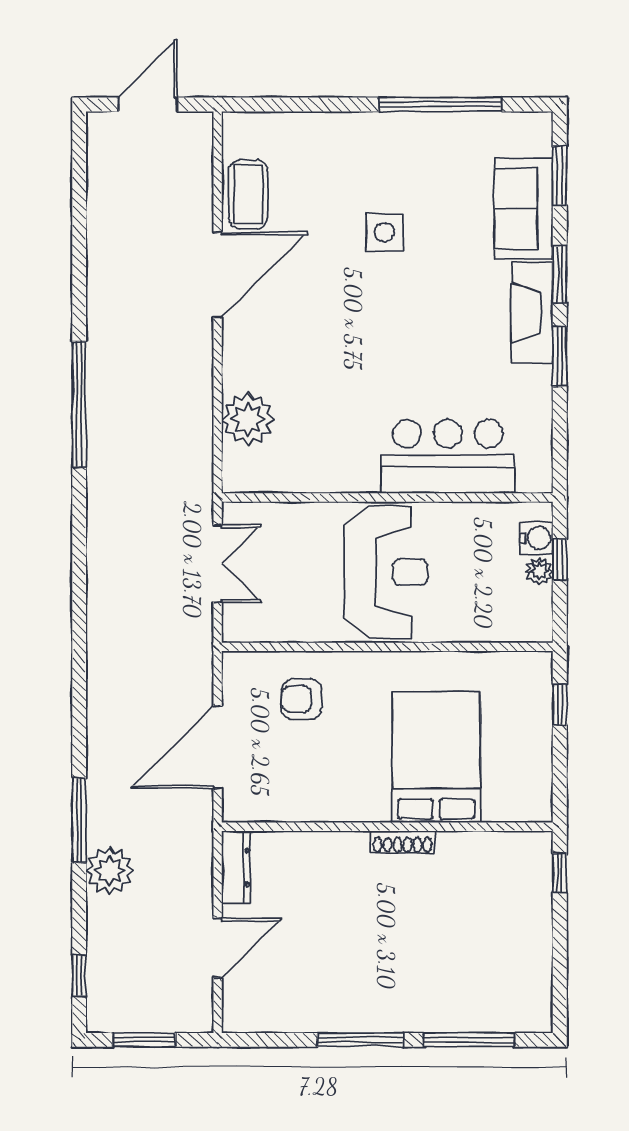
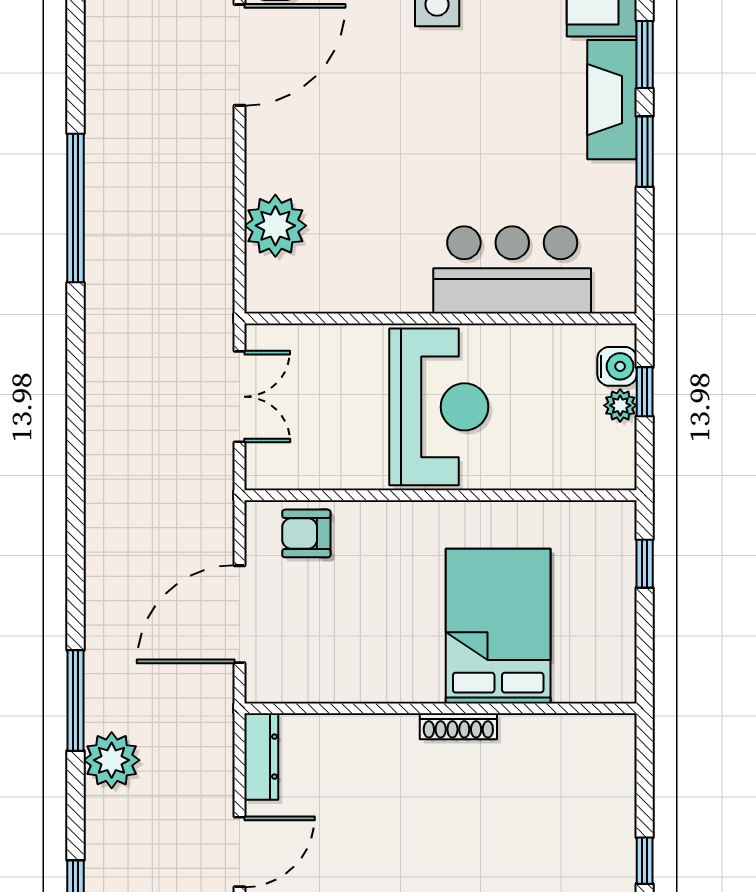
armchair: (301, 699) -> (306, 533), moved
window: (560, 873) -> (645, 861), moved

